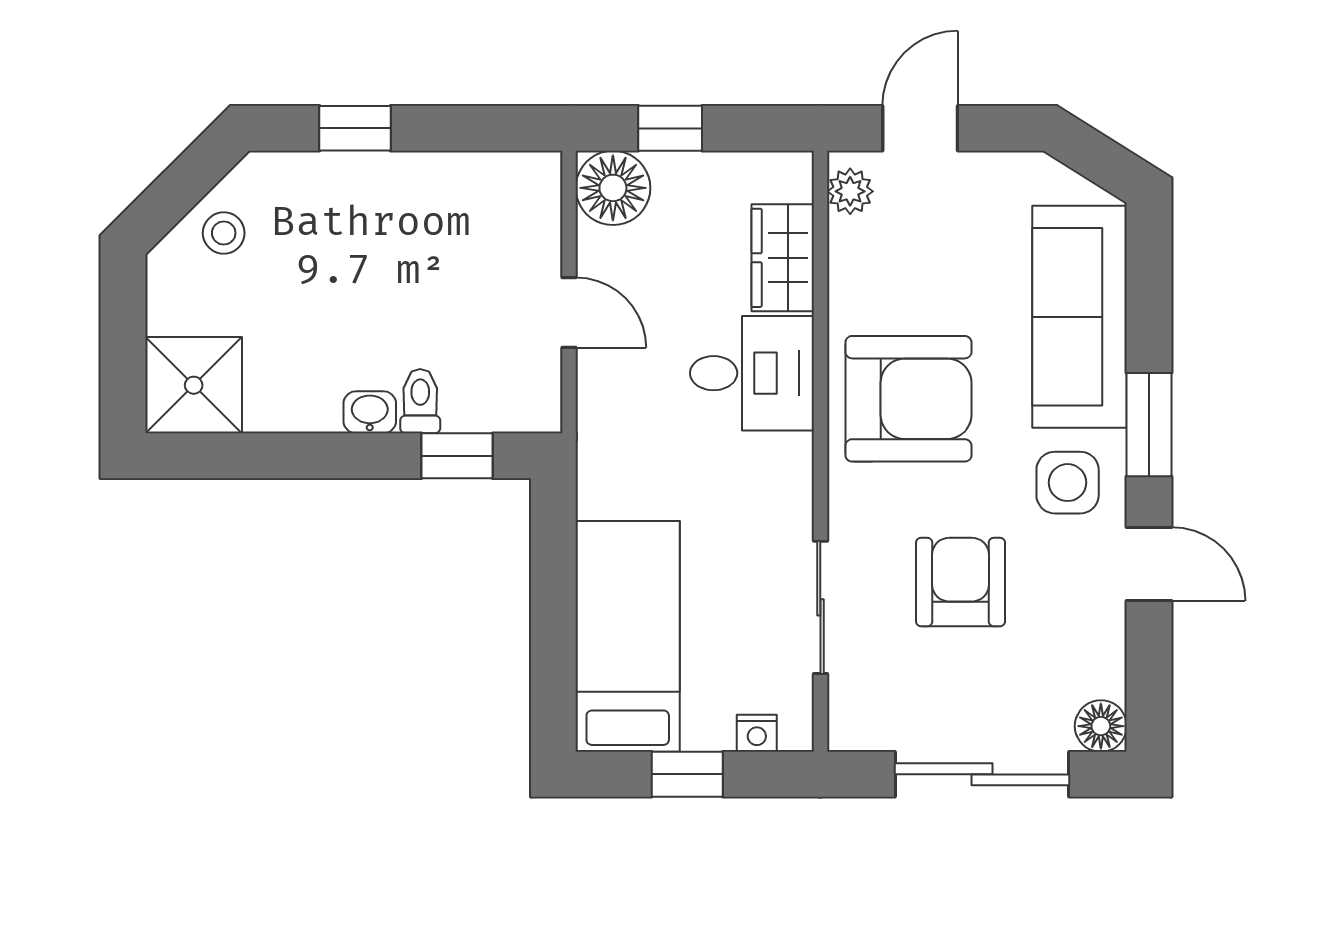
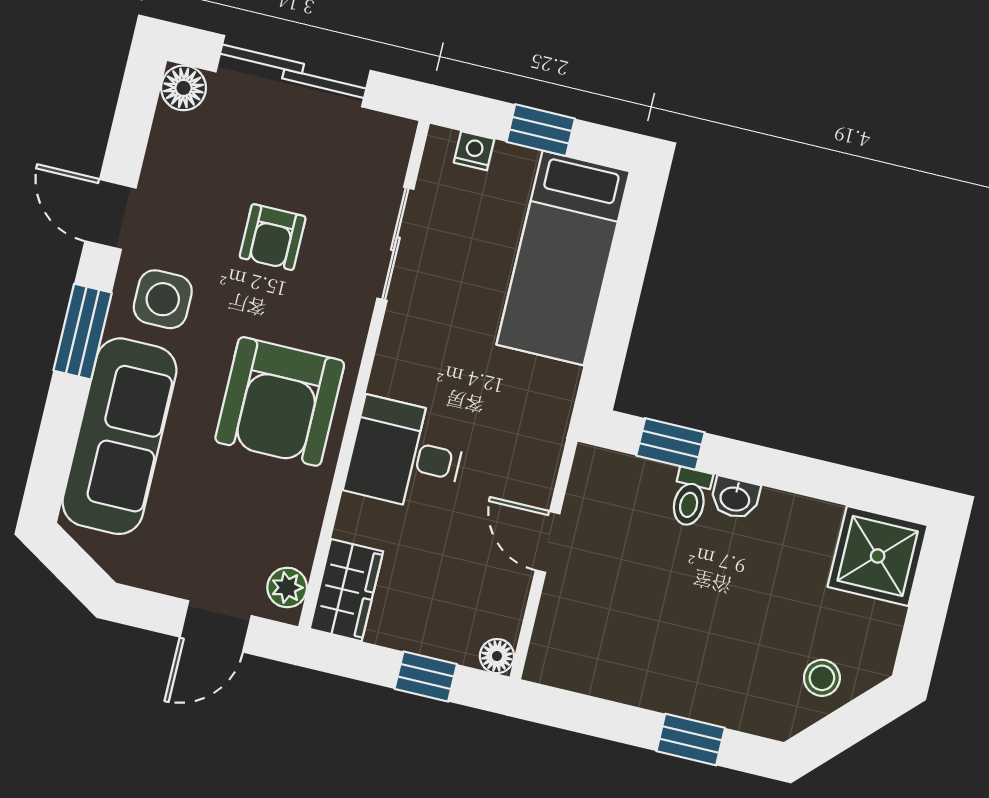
floor lamp: (613, 188) -> (497, 656), width x0.53, depth x0.53
wardrobe: (783, 258) -> (346, 590), moved
armchair: (908, 399) -> (280, 401), turned -90
armchair: (961, 582) -> (273, 237), width x0.72, depth x0.72

